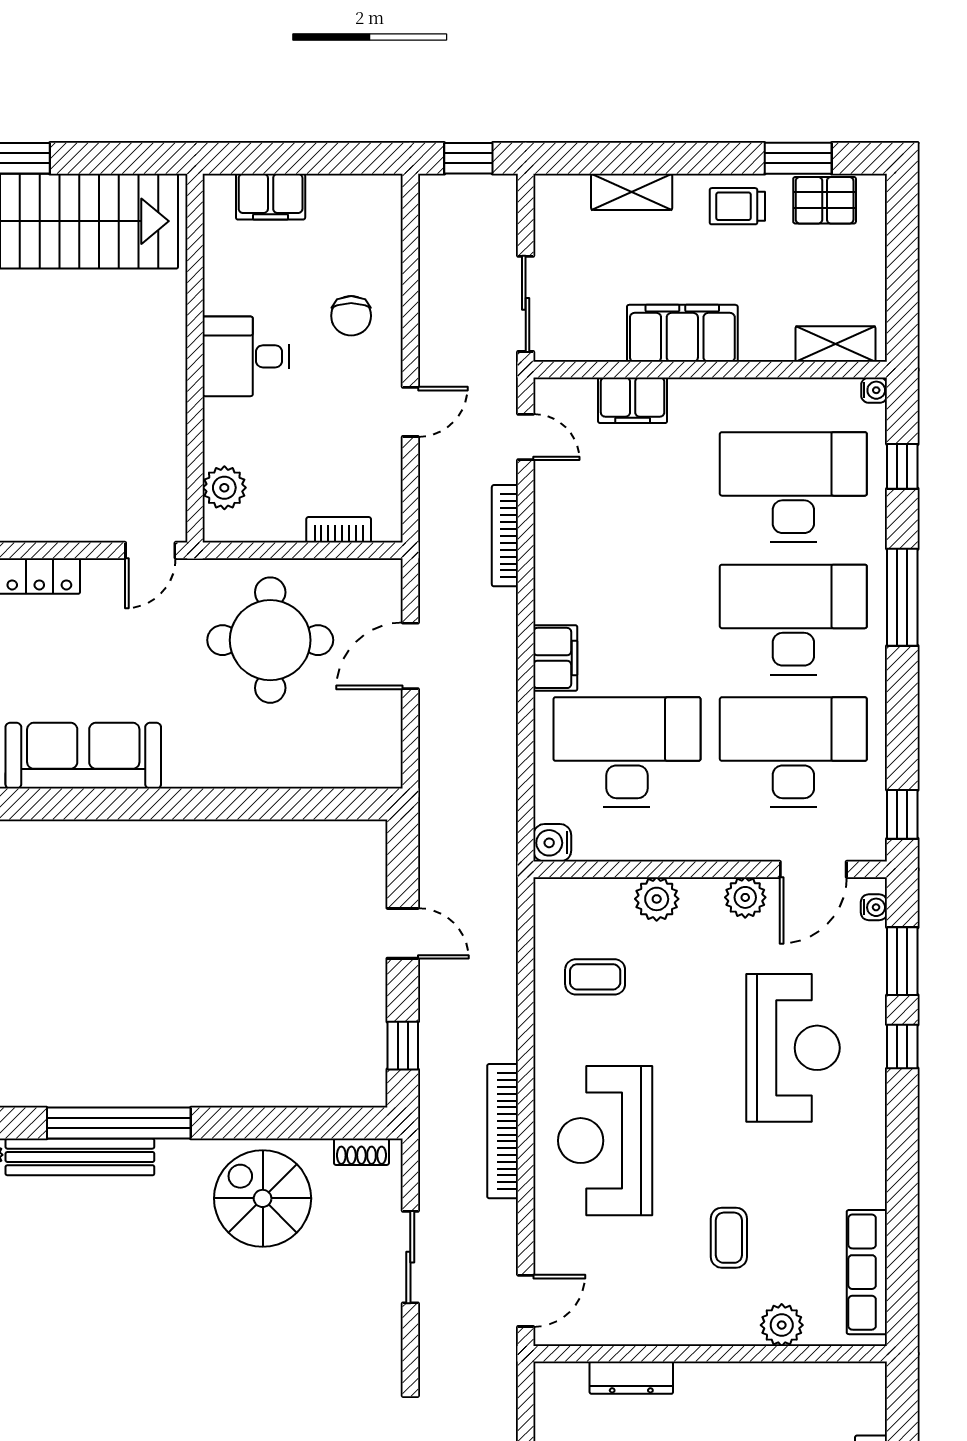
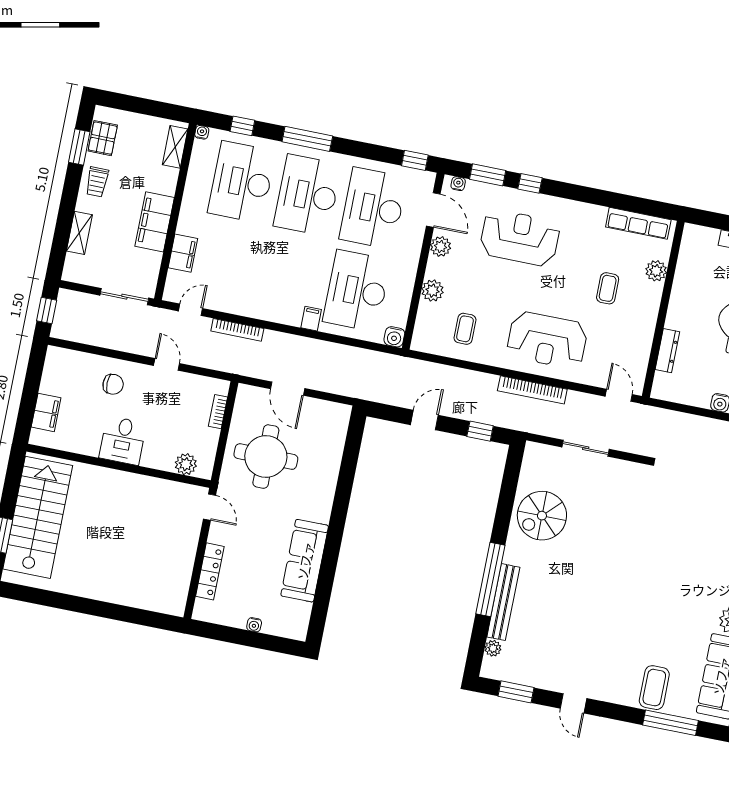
filing cabinet: (555, 658) -> (311, 319), width x0.50
shoe rack: (361, 1152) -> (529, 462), removed
coffee table: (729, 1238) -> (608, 288), turned 90

